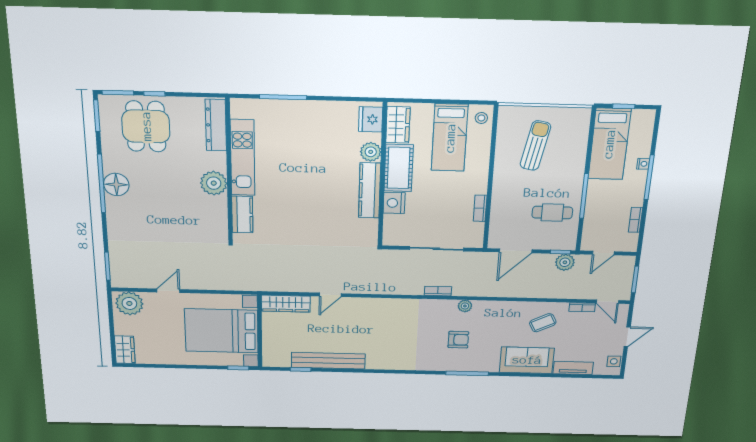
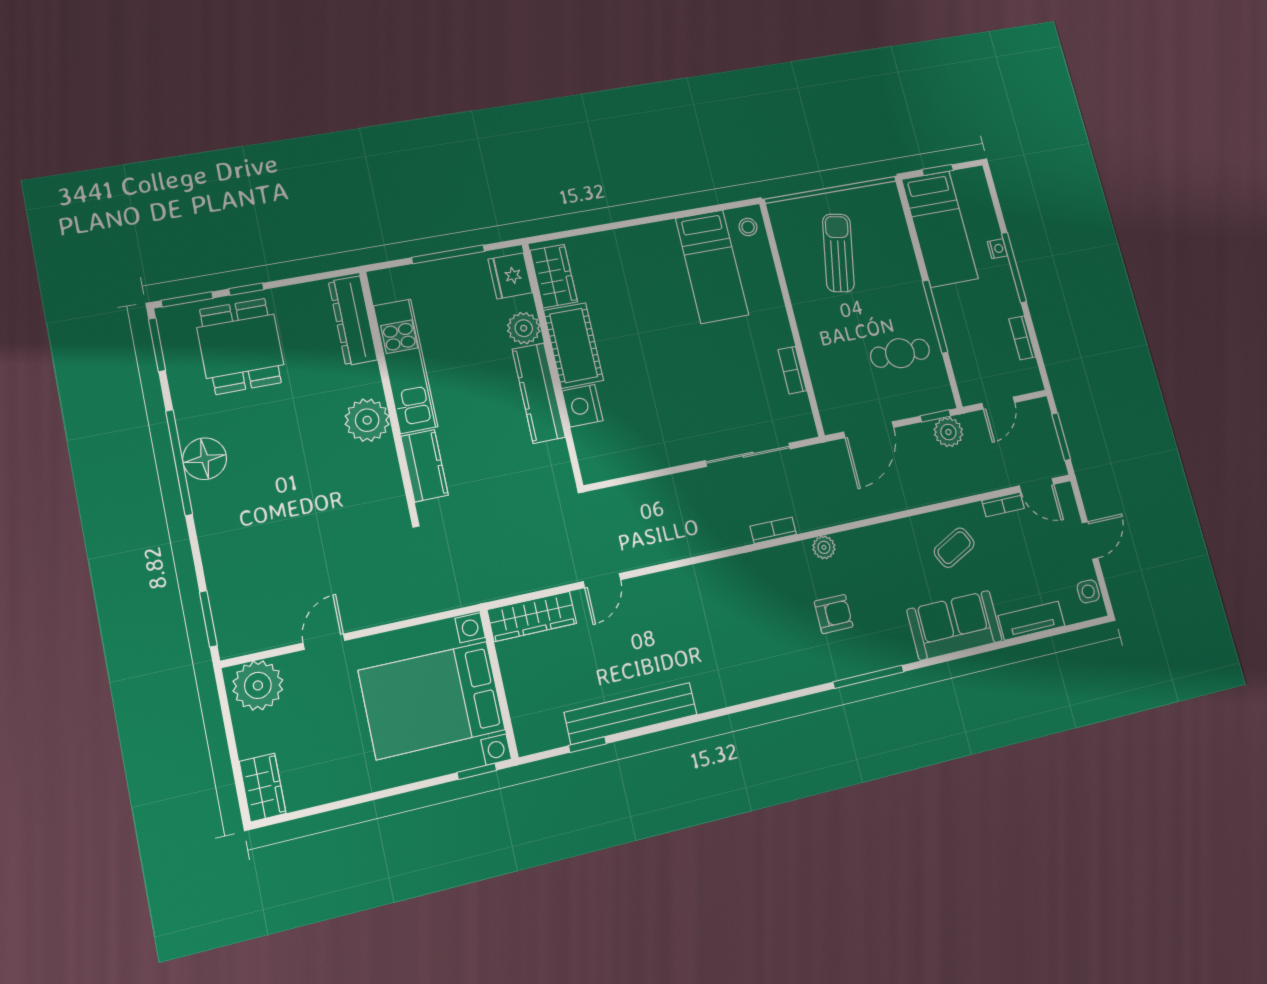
fridge: (371, 119) -> (510, 276), moved
wardrobe: (398, 125) -> (554, 276), moved
plant: (371, 152) -> (524, 328), moved
cot: (399, 168) -> (574, 345), moved
wall: (382, 176) -> (552, 364), moved
kitchen counter: (370, 190) -> (539, 393), moved
nightstand: (394, 203) -> (582, 406), moved

